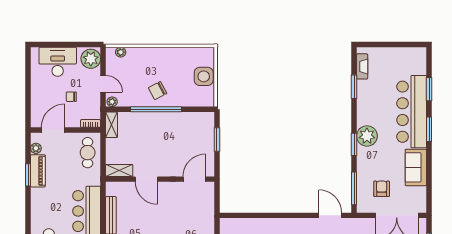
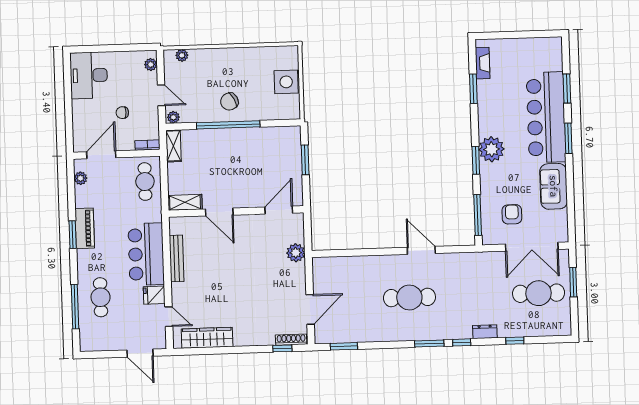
plant: (91, 59) -> (151, 64), width x0.53, depth x0.53
desk: (58, 62) -> (89, 75), moved, turned -90
piano: (38, 171) -> (85, 228), moved
window: (28, 175) -> (73, 235), moved
plant: (207, 214) -> (296, 253), added
door: (330, 215) -> (421, 250), moved

